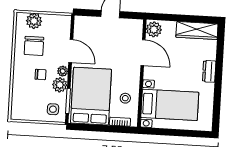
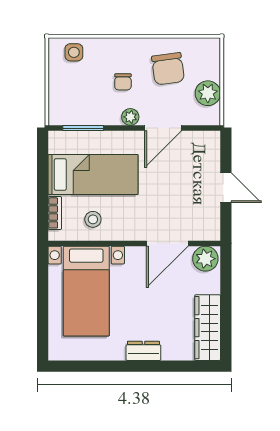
plant: (34, 21) -> (208, 93), moved
chair: (34, 46) -> (168, 69), turned -98
plant: (60, 85) -> (108, 114), removed
bed: (91, 96) -> (93, 175), width x0.67
side table: (53, 109) -> (74, 52), moved

